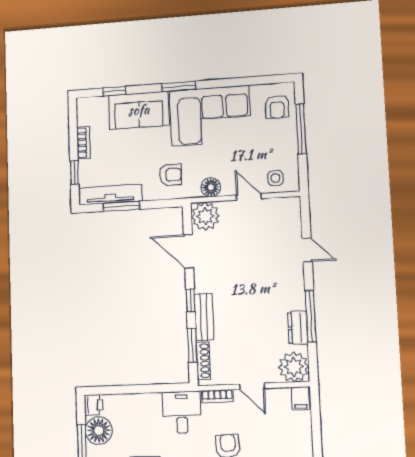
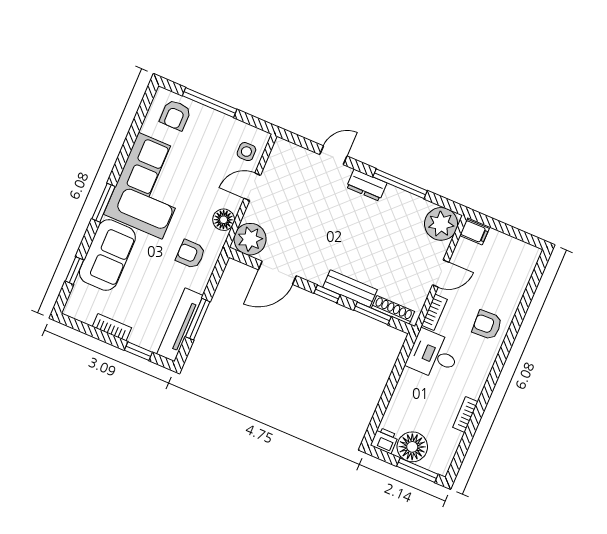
armchair: (277, 107) -> (175, 115), turned 90
armchair: (171, 175) -> (190, 254), turned -90
dresser: (298, 328) -> (367, 185), moved

